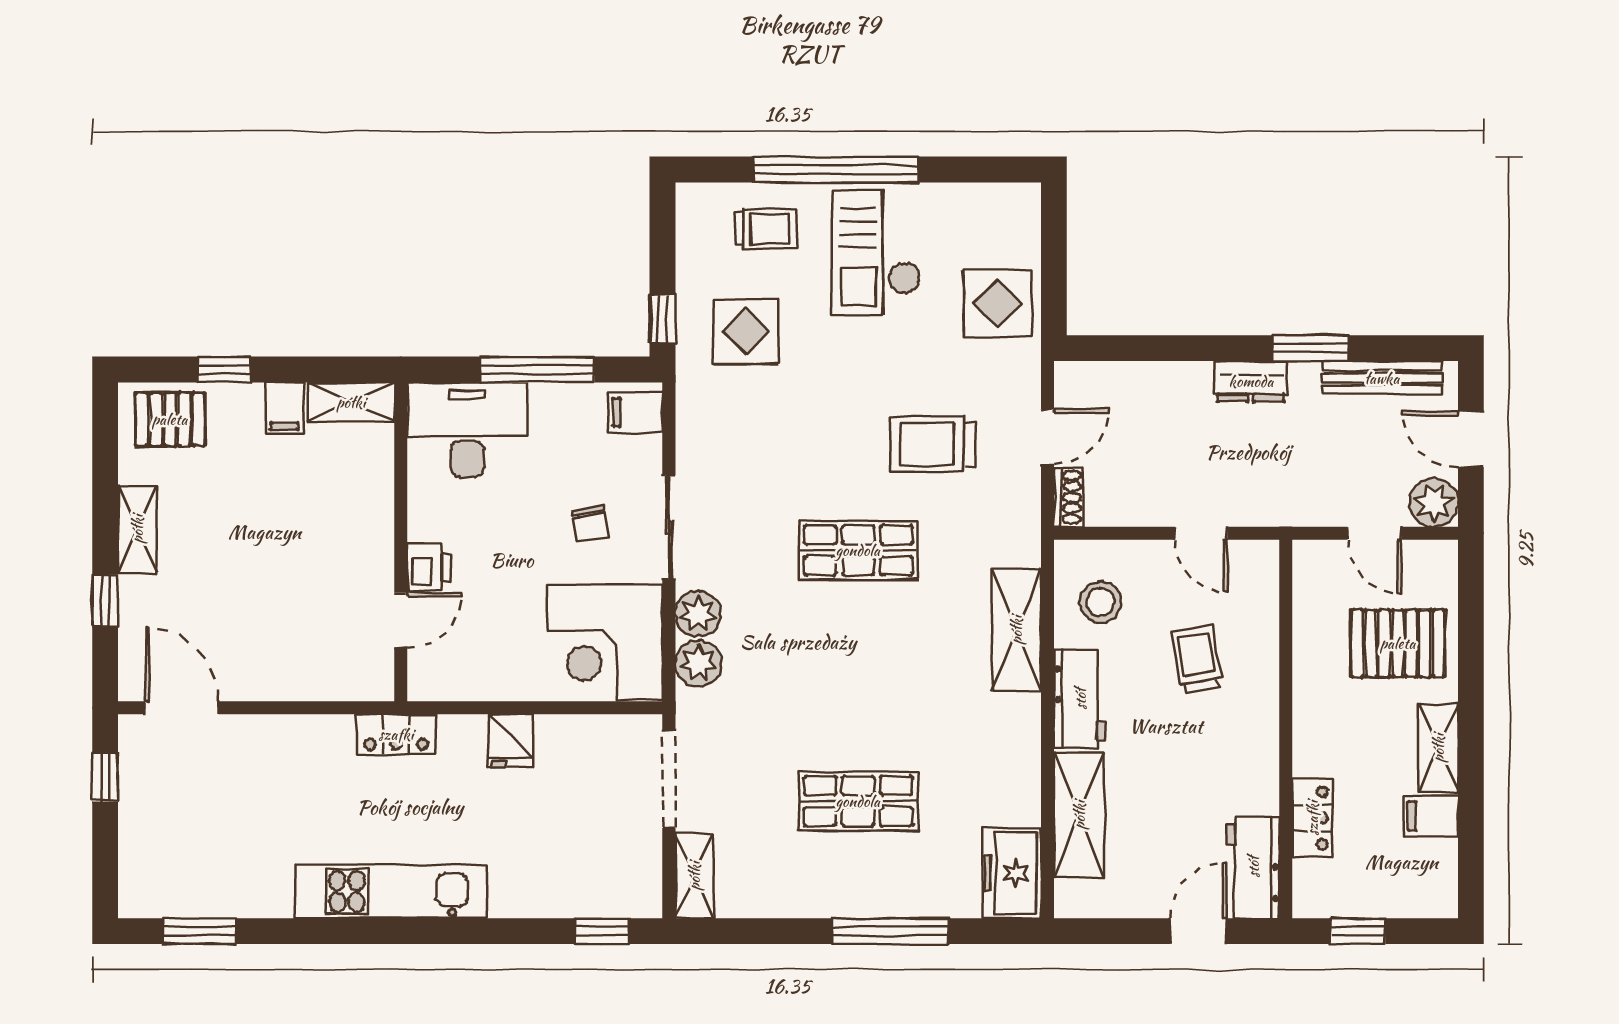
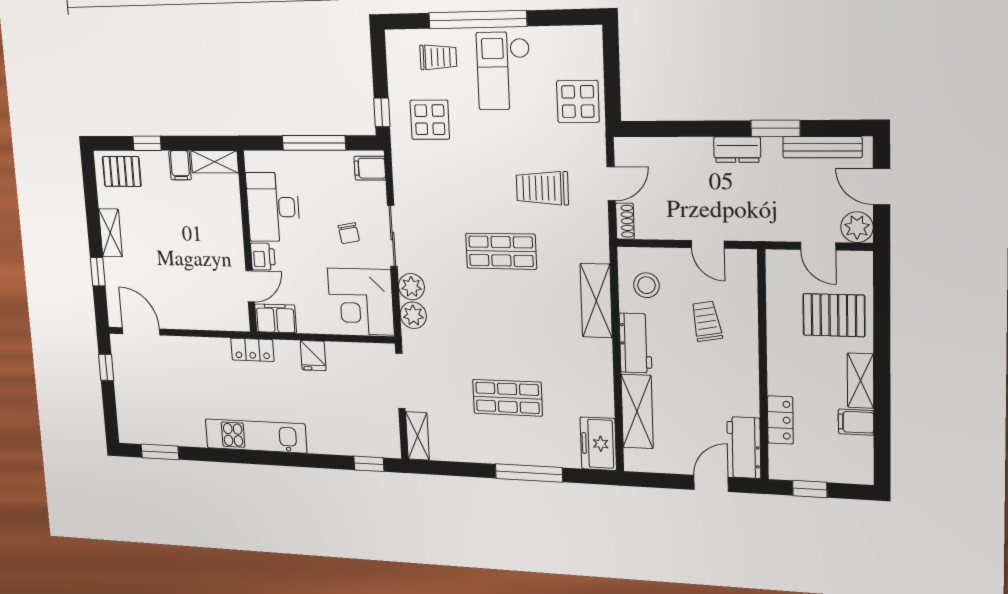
desk: (467, 429) -> (273, 207), moved, turned -90
filing cabinet: (445, 676) -> (276, 318), added

